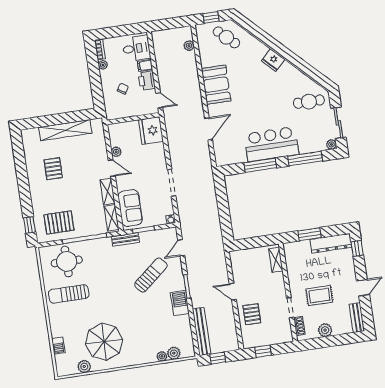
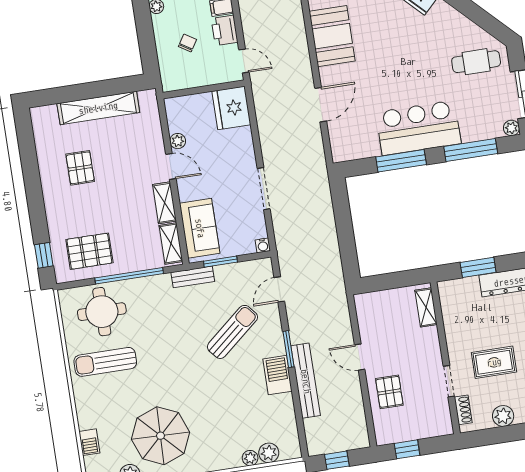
bench: (202, 331) -> (306, 381), moved

